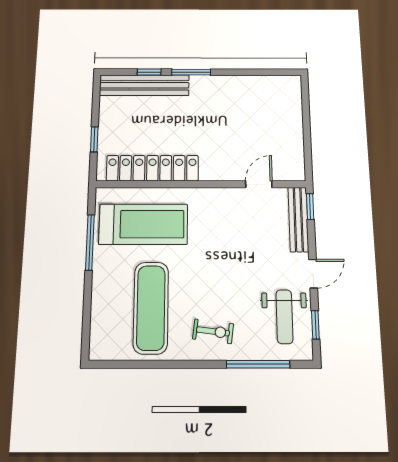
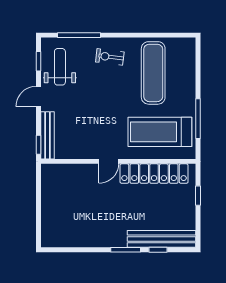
door: (259, 184) -> (109, 161), moved

